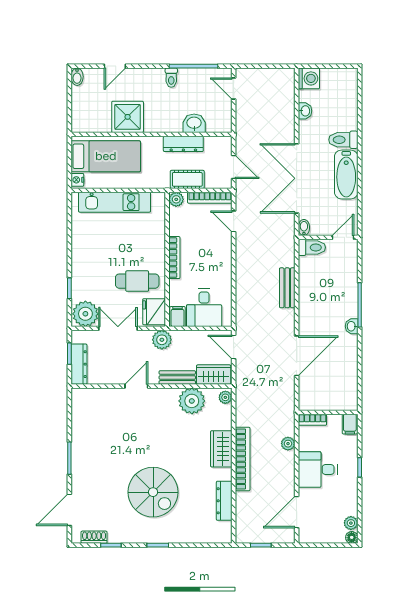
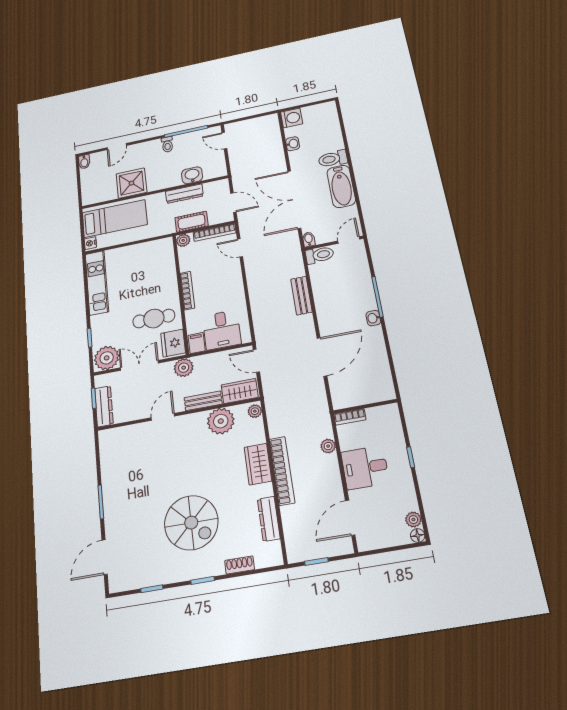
kitchen unit: (115, 202) -> (97, 283), moved, turned -90
filing cabinet: (350, 424) -> (391, 414), removed
shoe rack: (94, 537) -> (240, 565), moved

